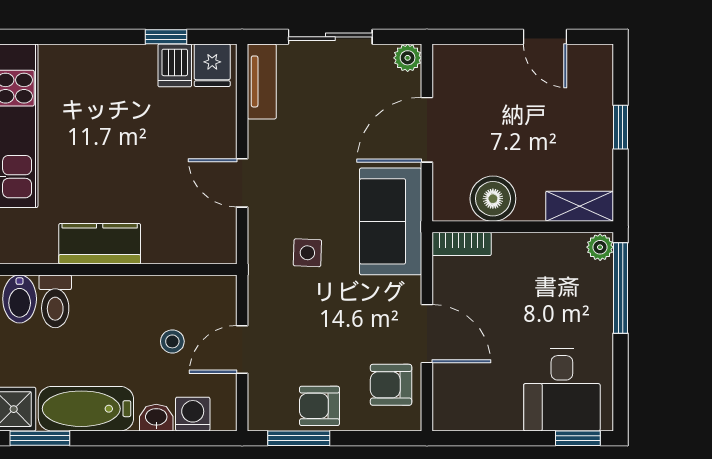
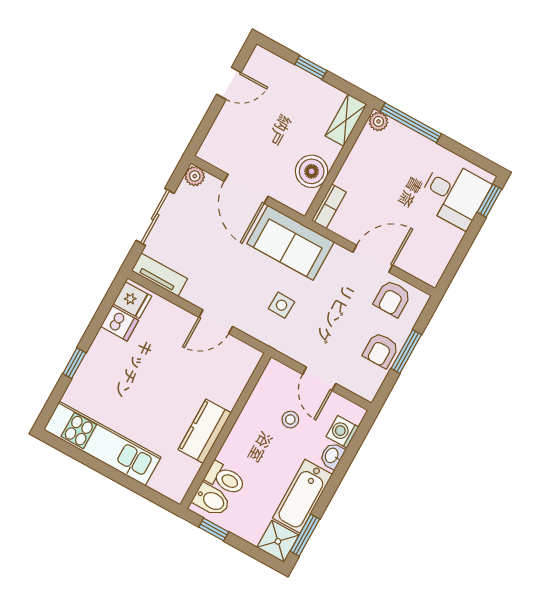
window: (166, 37) -> (74, 363), moved
window: (299, 438) -> (406, 352), moved

